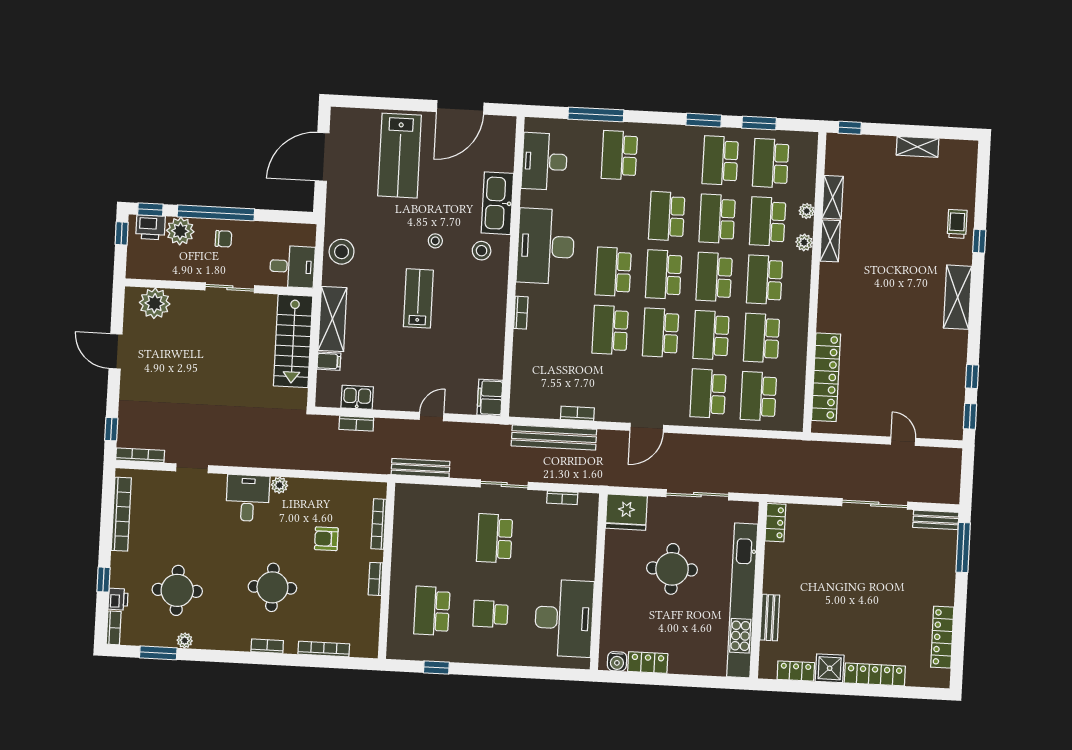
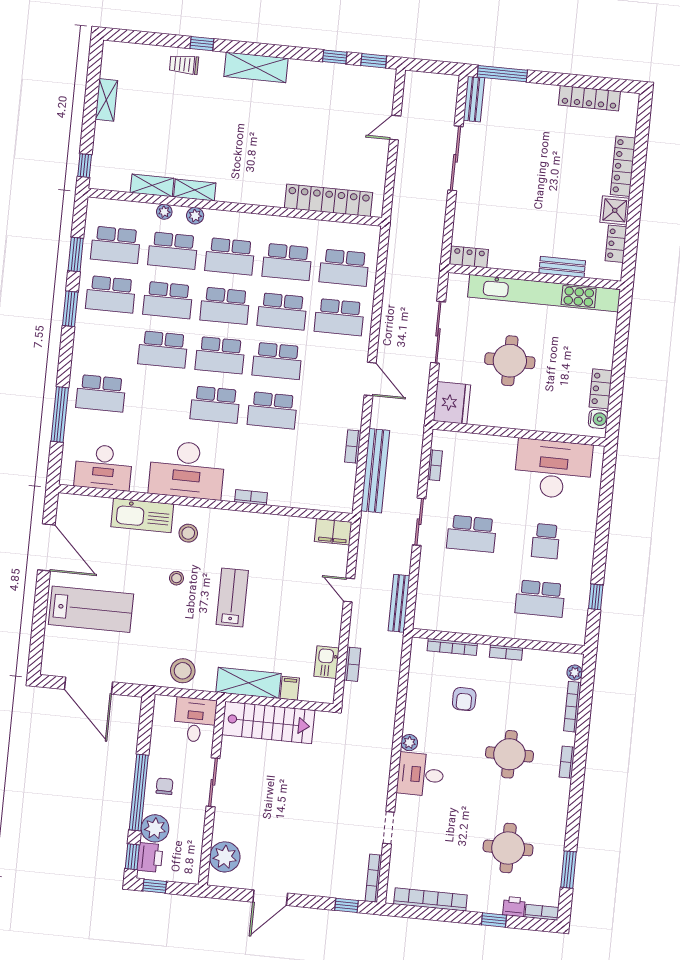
lab bench: (418, 298) -> (232, 597), turned 90
plant: (185, 640) -> (575, 672), moved

